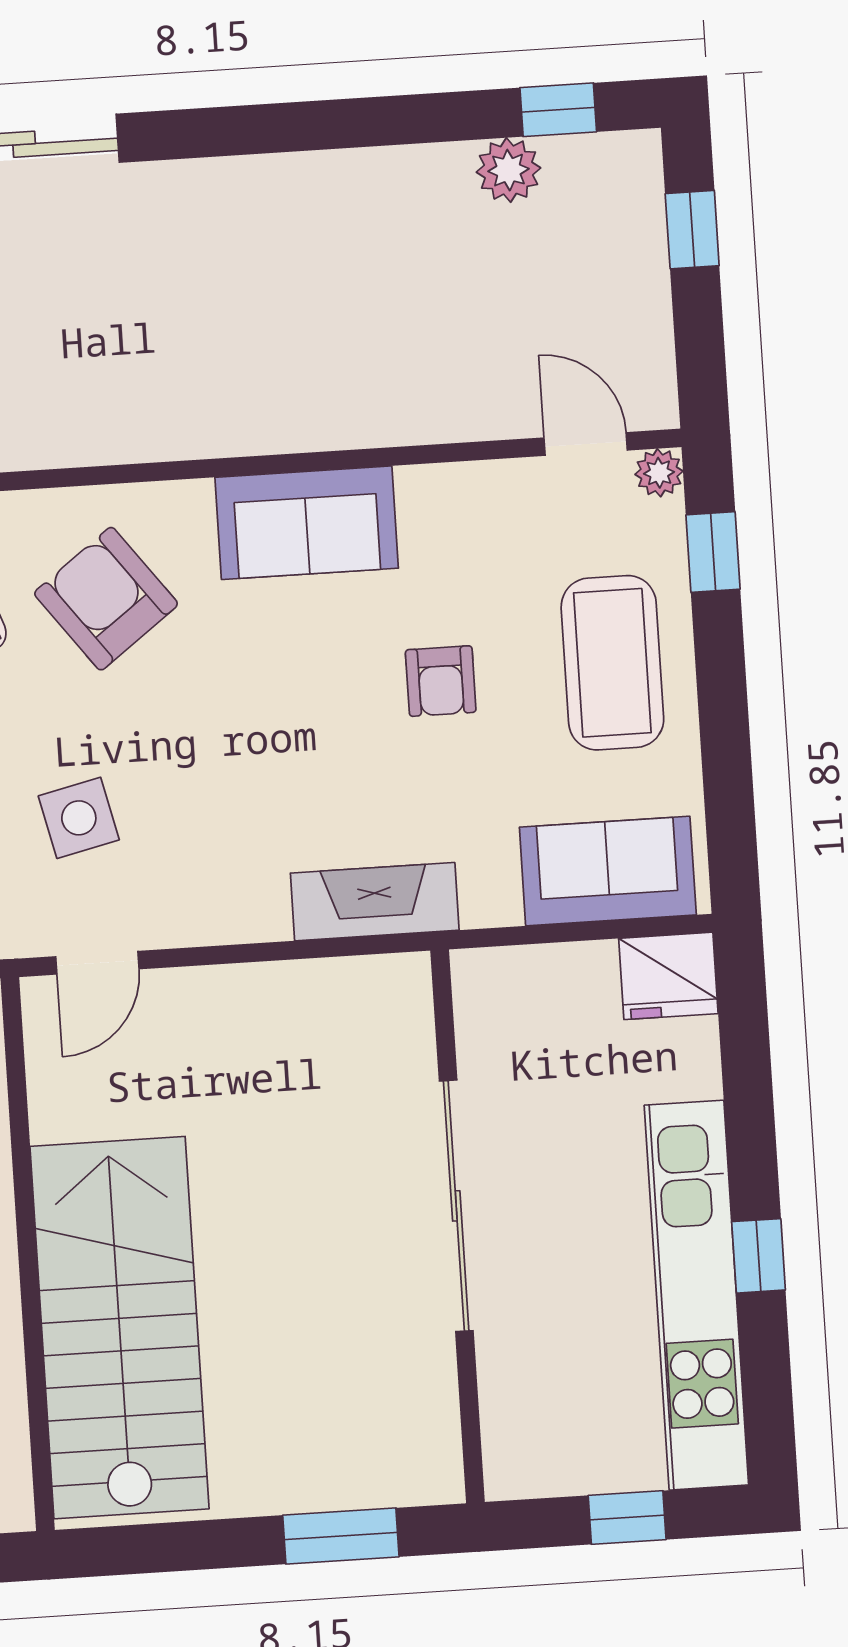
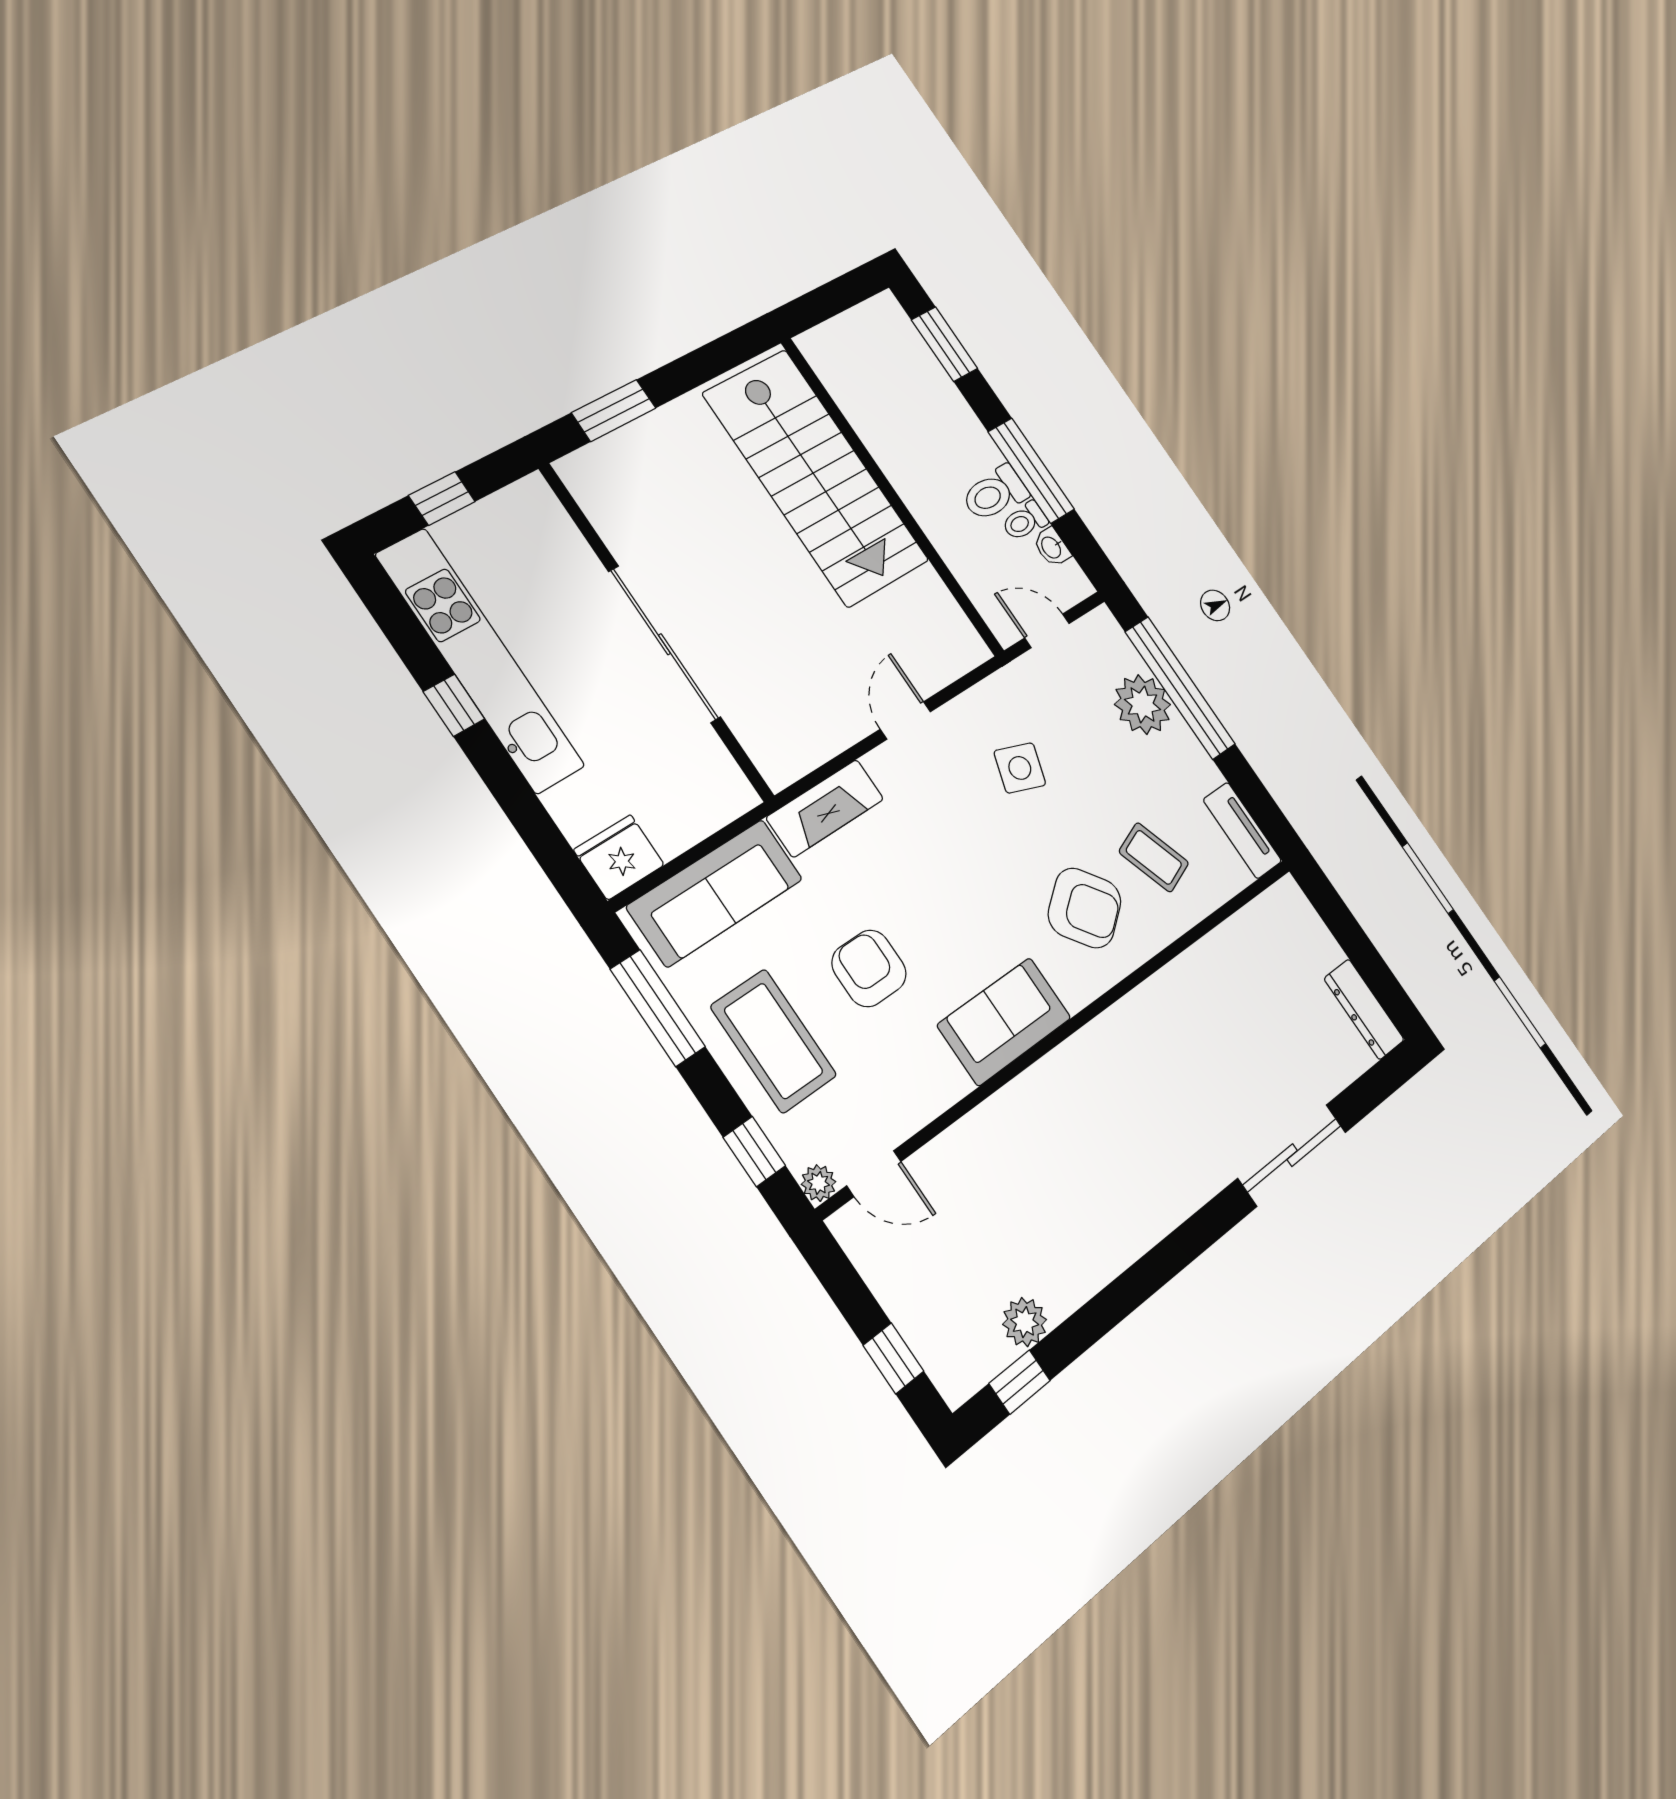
armchair: (441, 681) -> (869, 968), width x1.38, depth x1.38
window: (728, 777) -> (658, 1008), added
side table: (79, 818) -> (1020, 768), turned 32
sofa: (608, 871) -> (715, 893), width x1.36
door: (97, 963) -> (905, 720), moved

